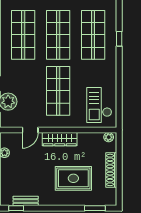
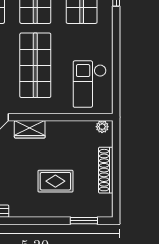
wardrobe: (60, 139) -> (30, 129), width x0.67
rug: (73, 178) -> (55, 181), width x0.73, depth x0.70

